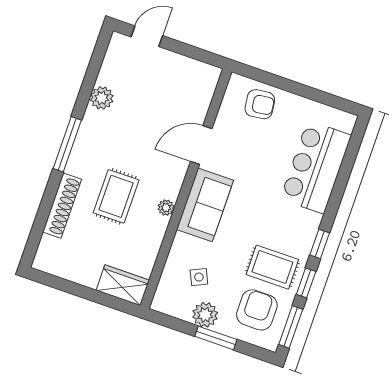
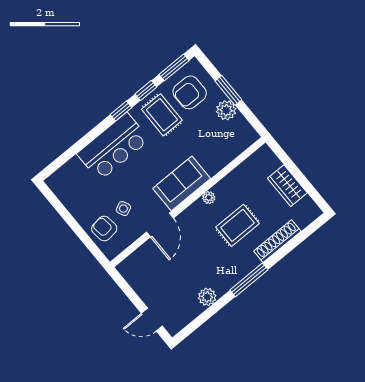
door: (201, 145) -> (160, 225), hinge flipped
bar counter: (316, 167) -> (113, 147), moved
side table: (199, 277) -> (123, 209), moved
wardrobe: (123, 285) -> (287, 186), moved

